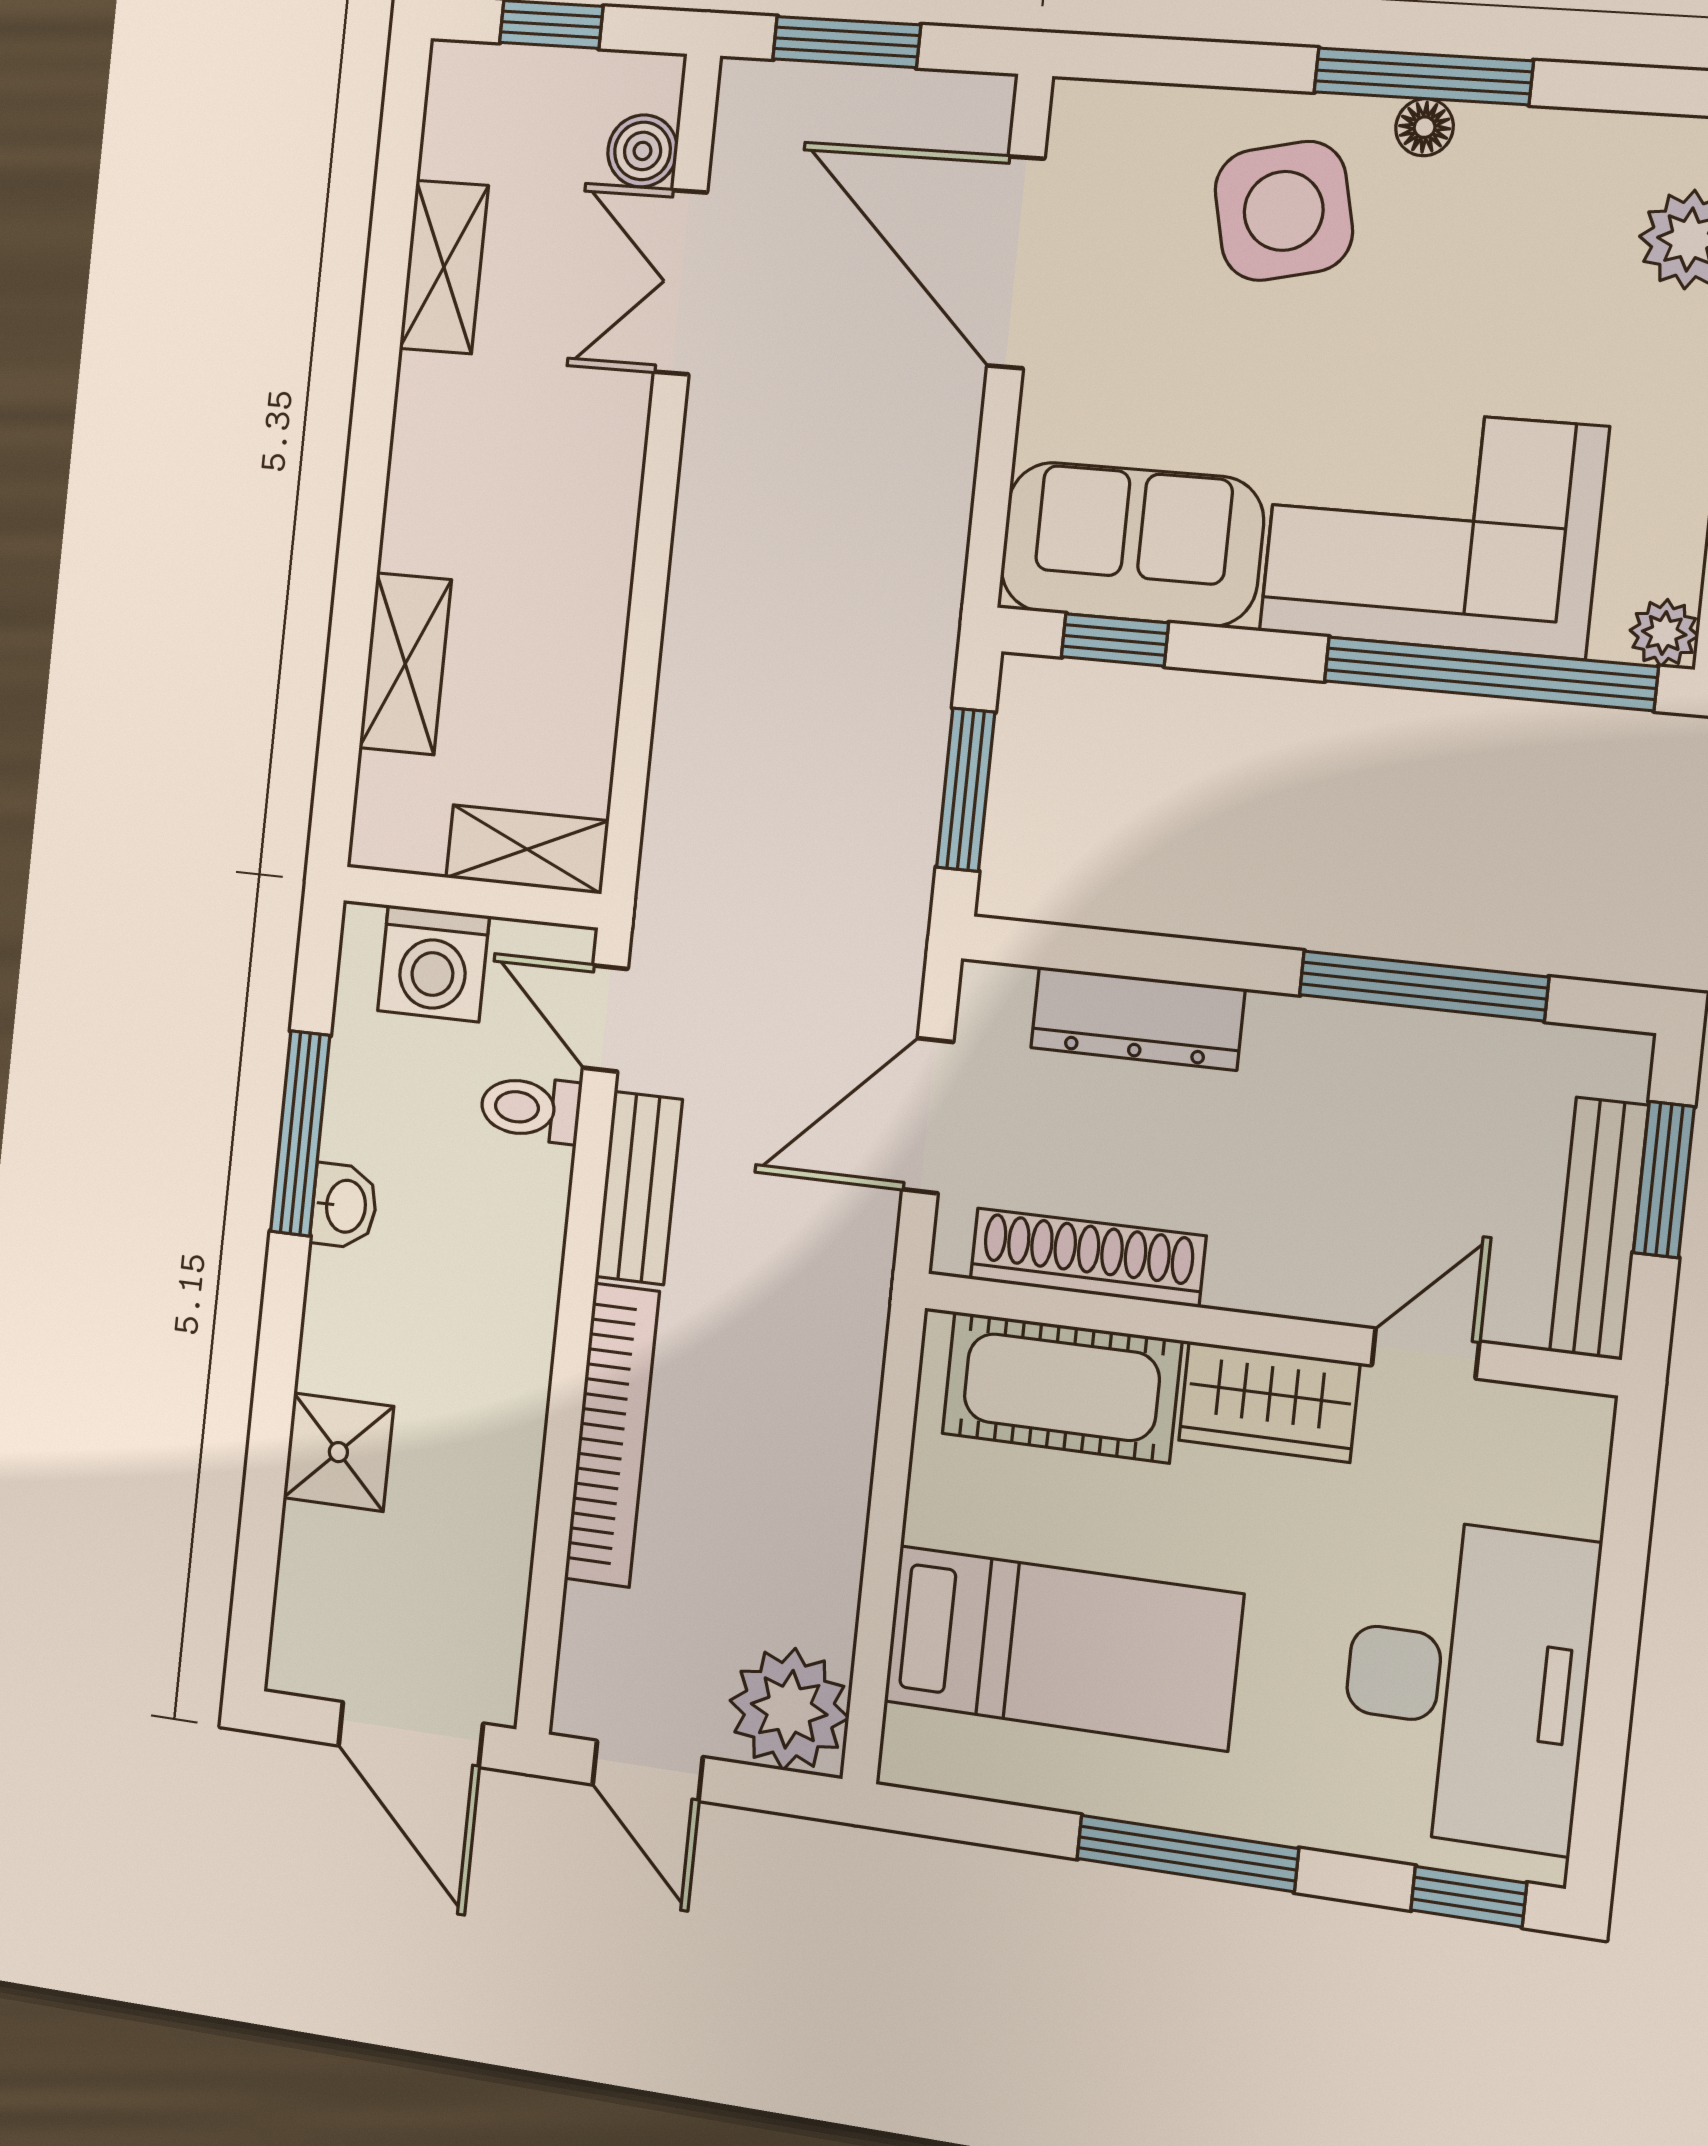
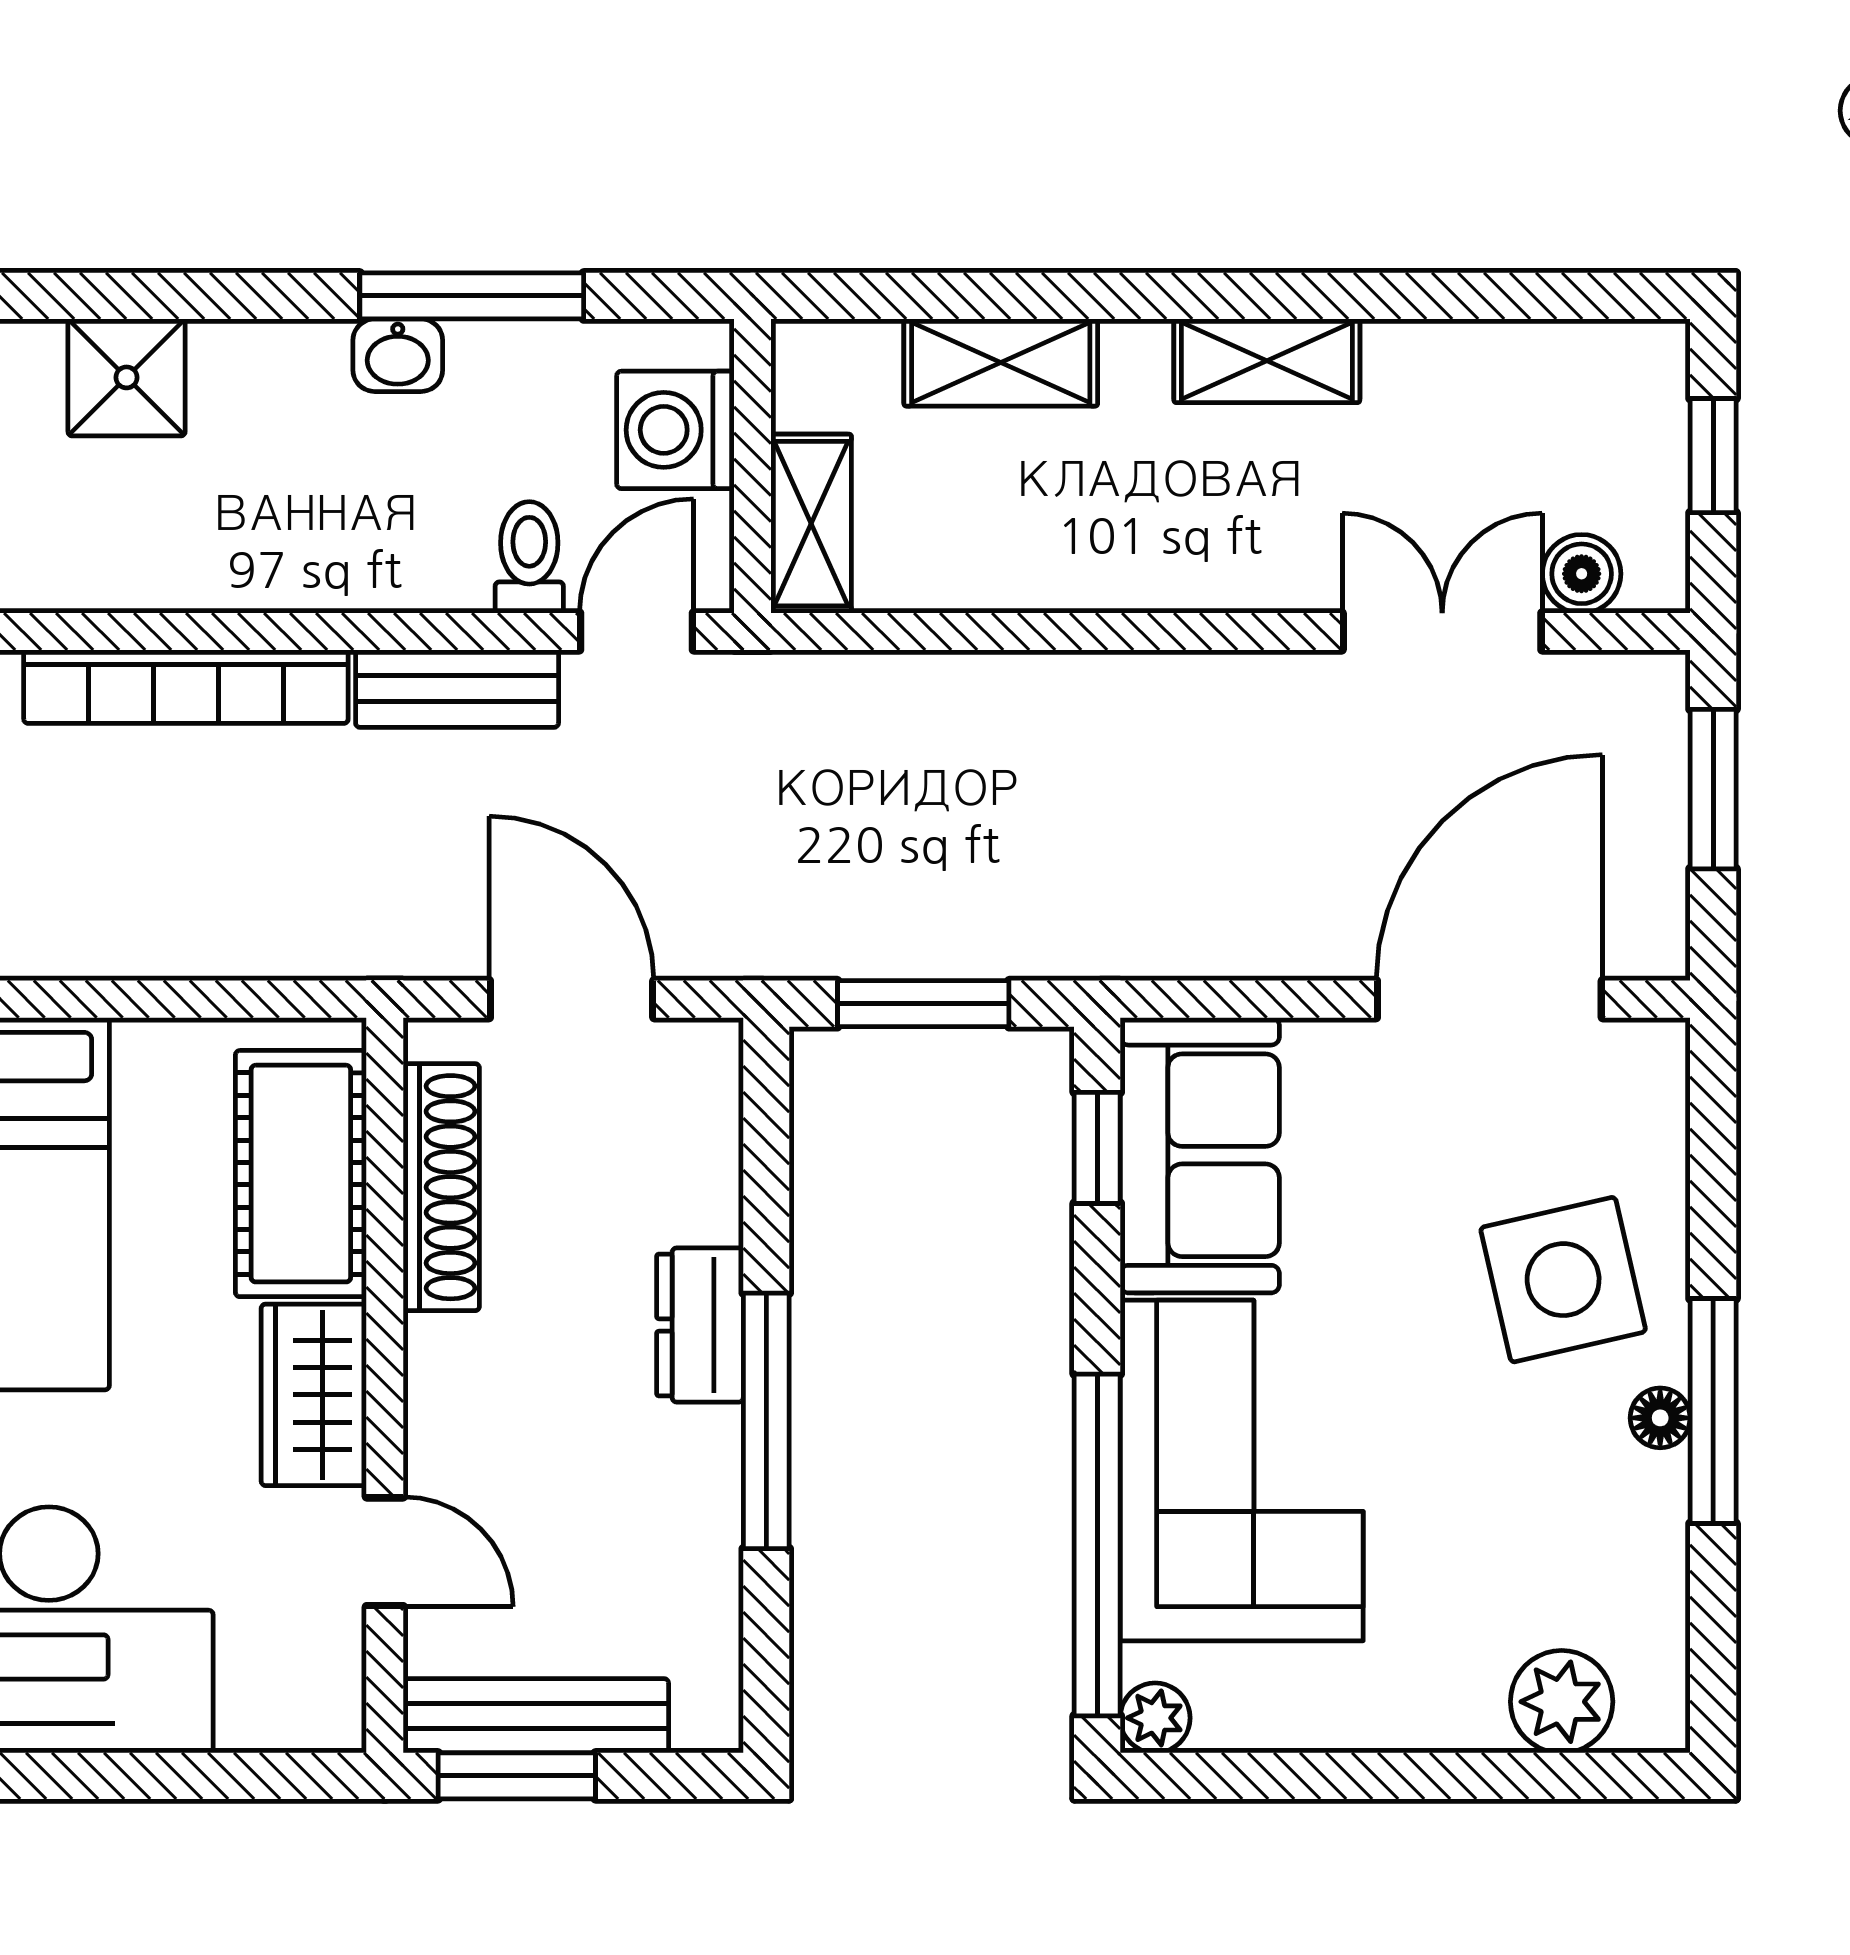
shelving: (444, 267) -> (1267, 361), moved
window: (1424, 986) -> (766, 1421), moved
dresser: (1138, 1018) -> (700, 1325), moved, width x0.70
window: (1664, 1180) -> (517, 1776), moved

